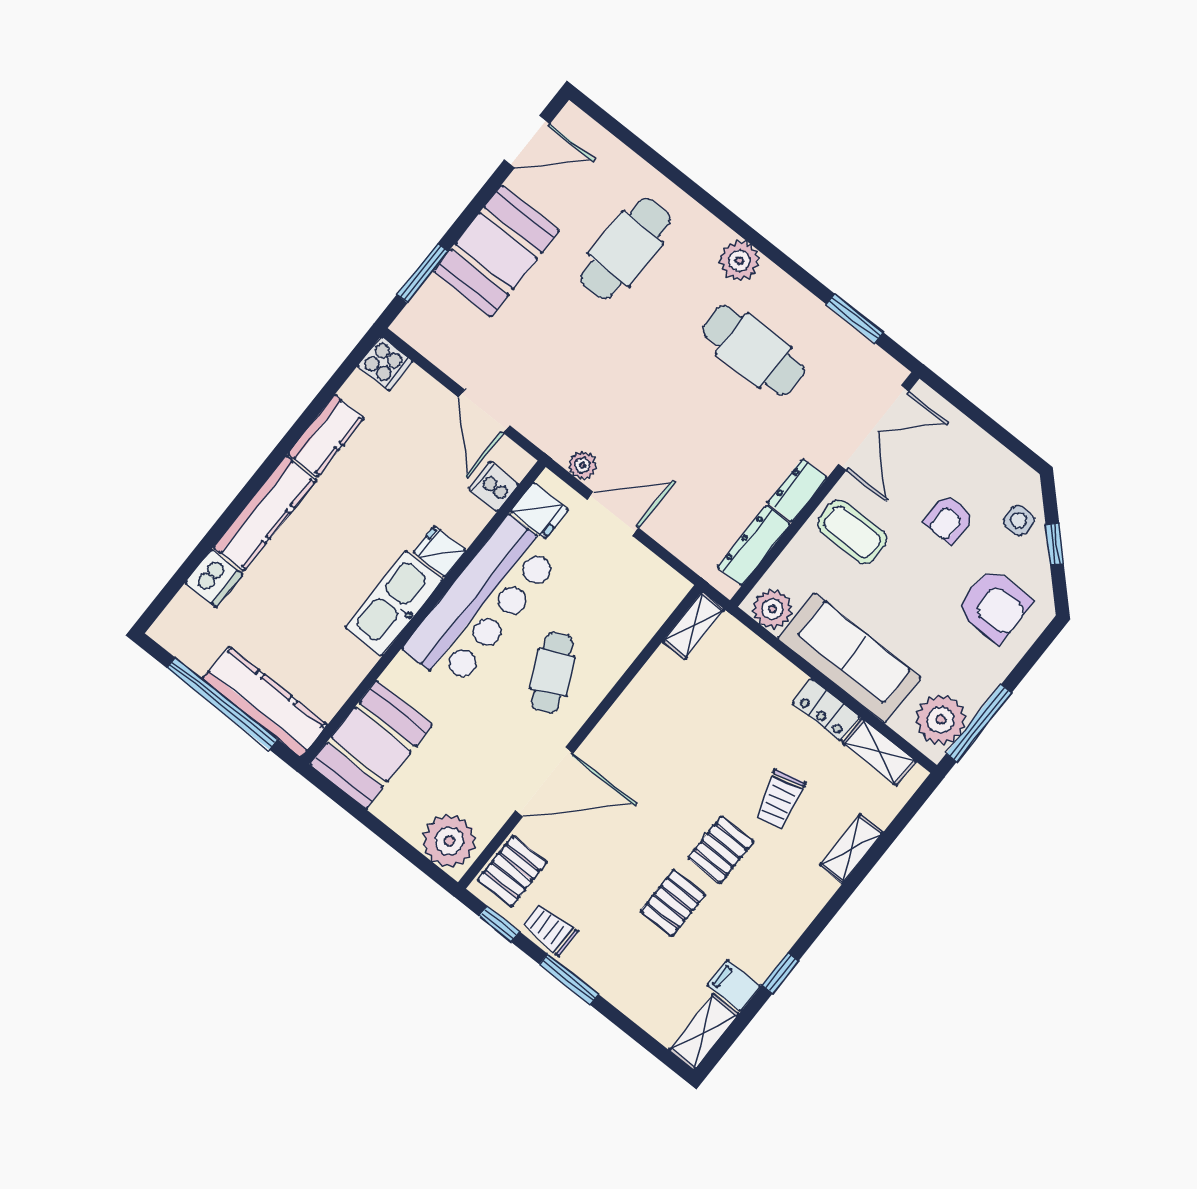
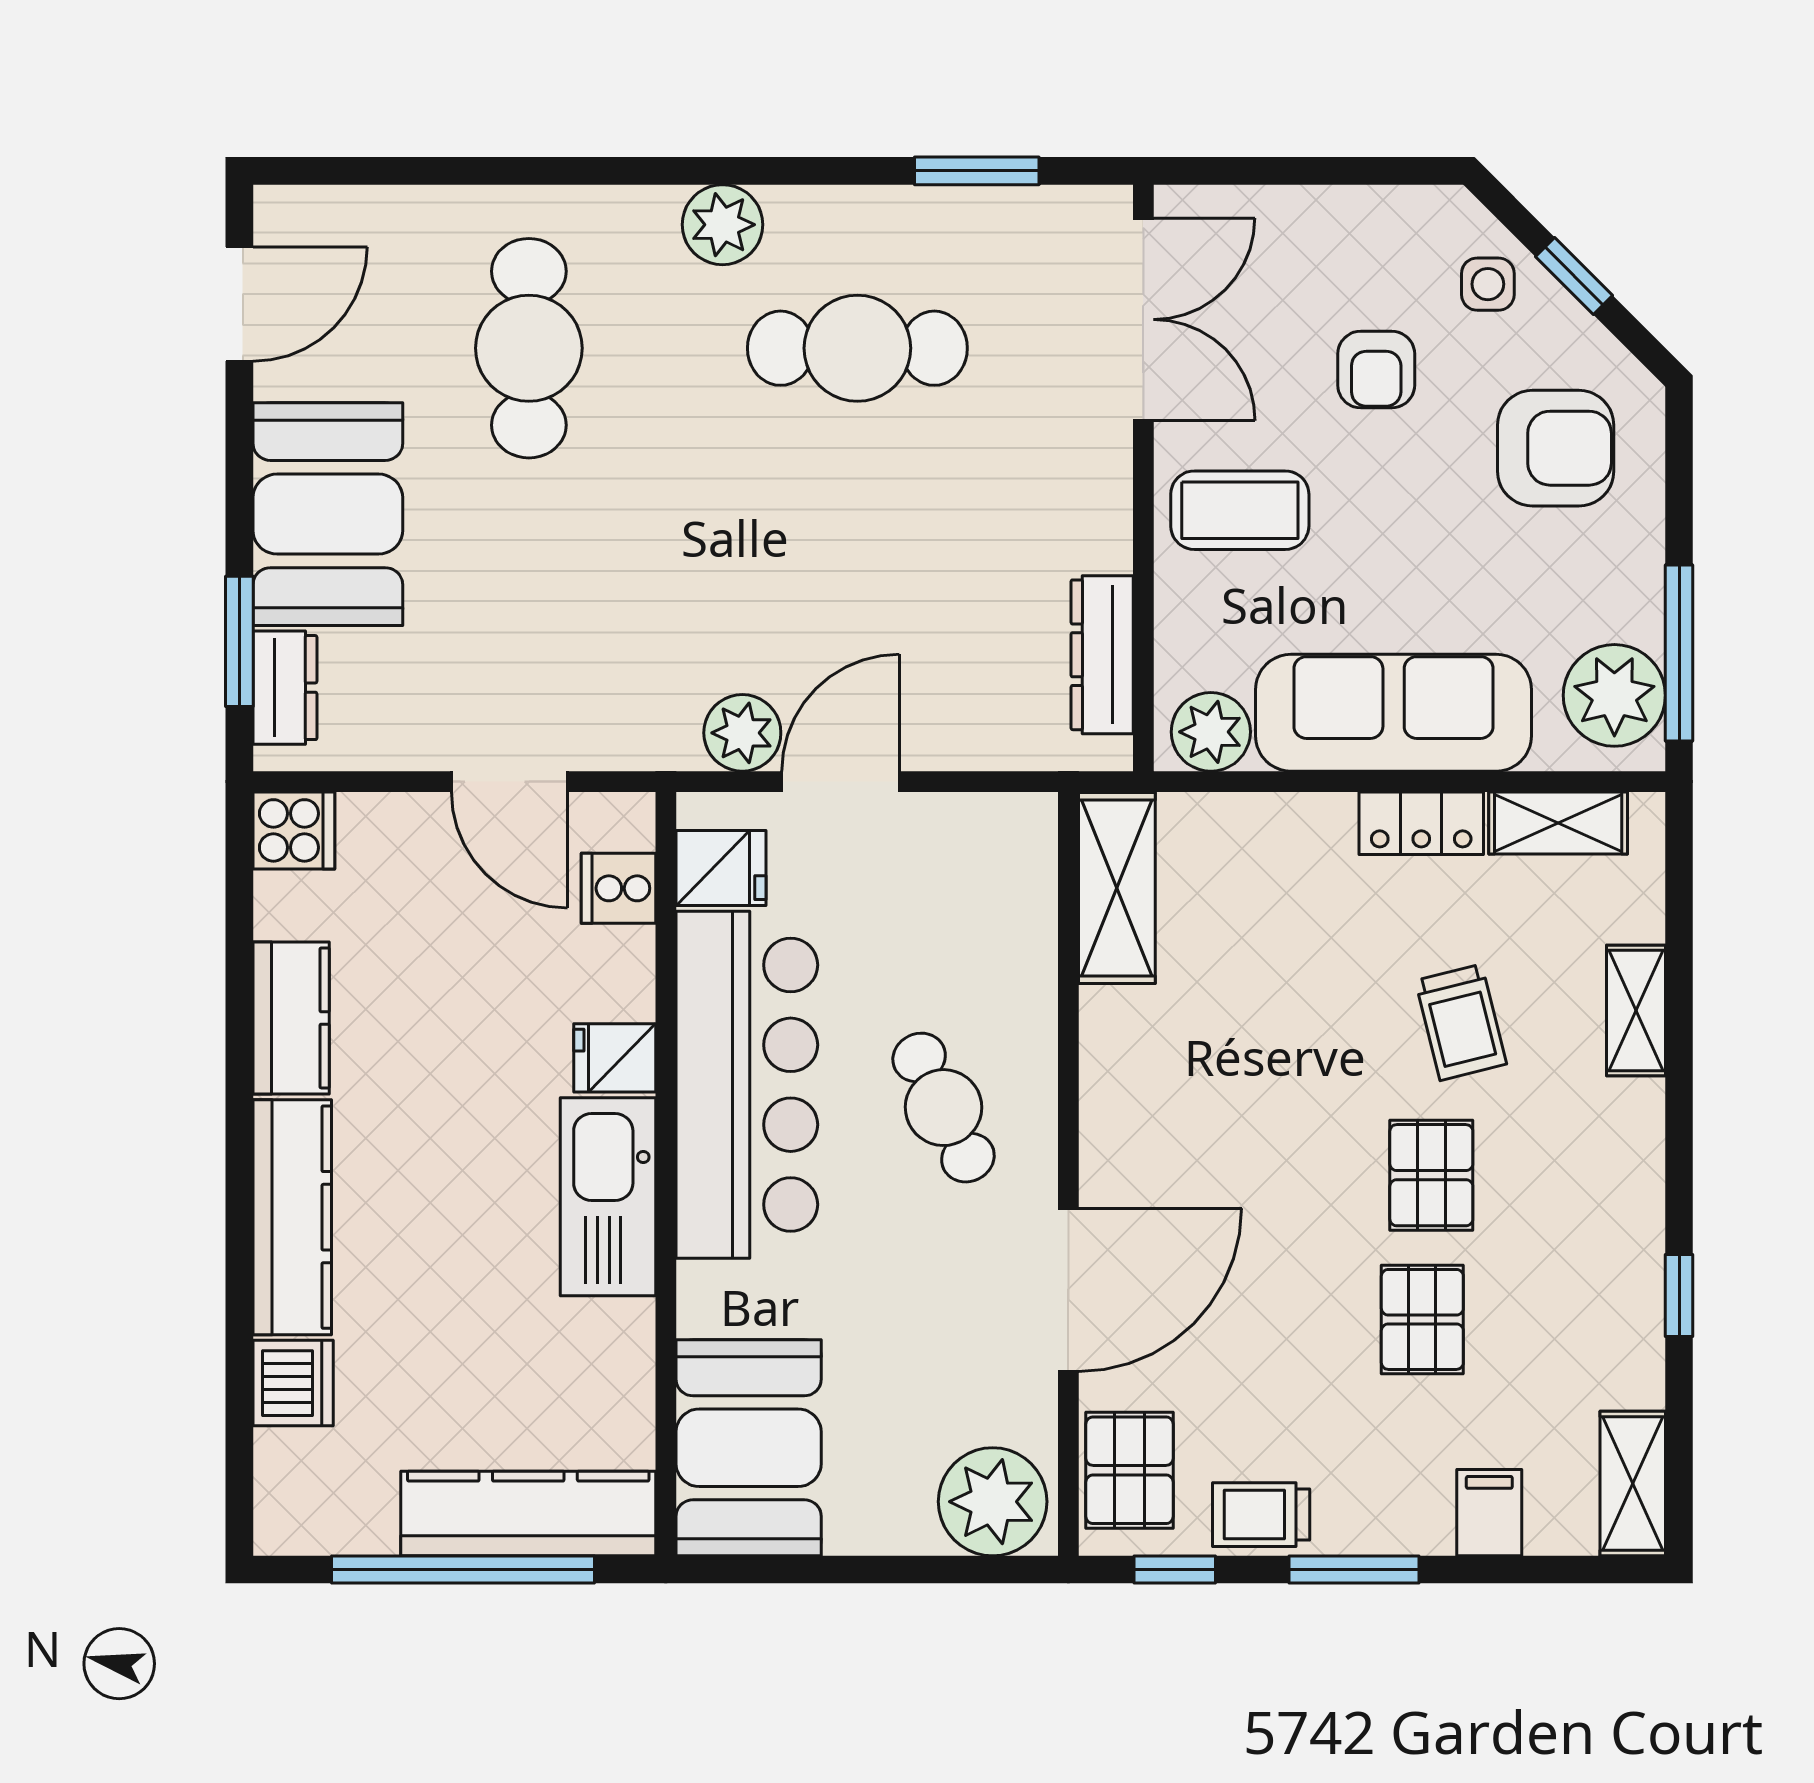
plant: (582, 465) -> (742, 733), width x1.38, depth x1.38
dresser: (797, 490) -> (285, 688), moved, turned 180
shelving: (694, 625) -> (1117, 888), width x1.50, depth x1.33
filing cabinet: (734, 986) -> (1489, 1513), moved, turned 90

